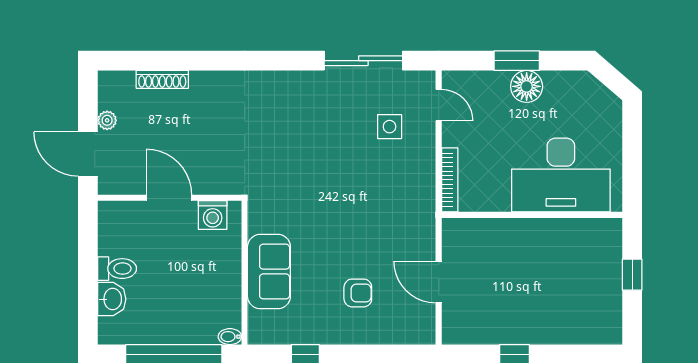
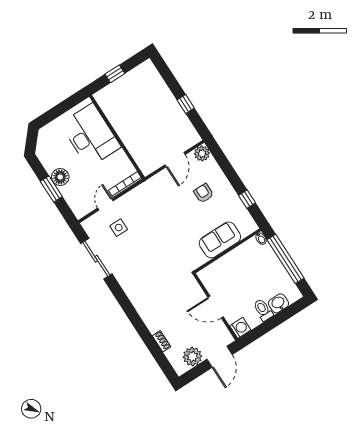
shoe rack: (162, 79) -> (161, 341), width x0.70
door: (439, 105) -> (105, 204), moved
plant: (107, 120) -> (192, 357), width x1.88, depth x1.88
door: (169, 198) -> (216, 307), hinge flipped
washing machine: (213, 215) -> (240, 328), moved
plant: (421, 330) -> (202, 153), added

